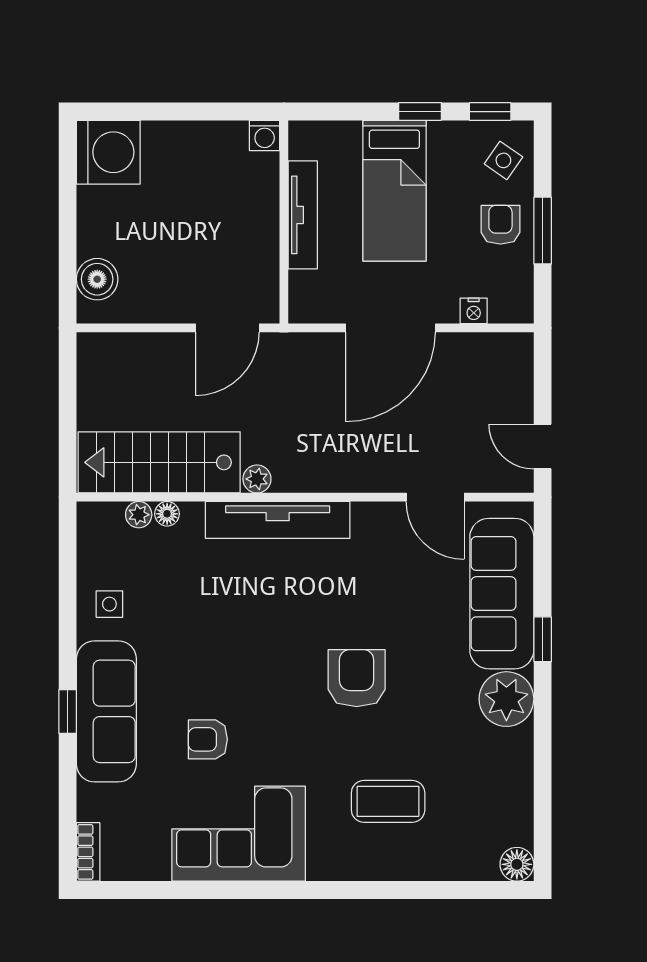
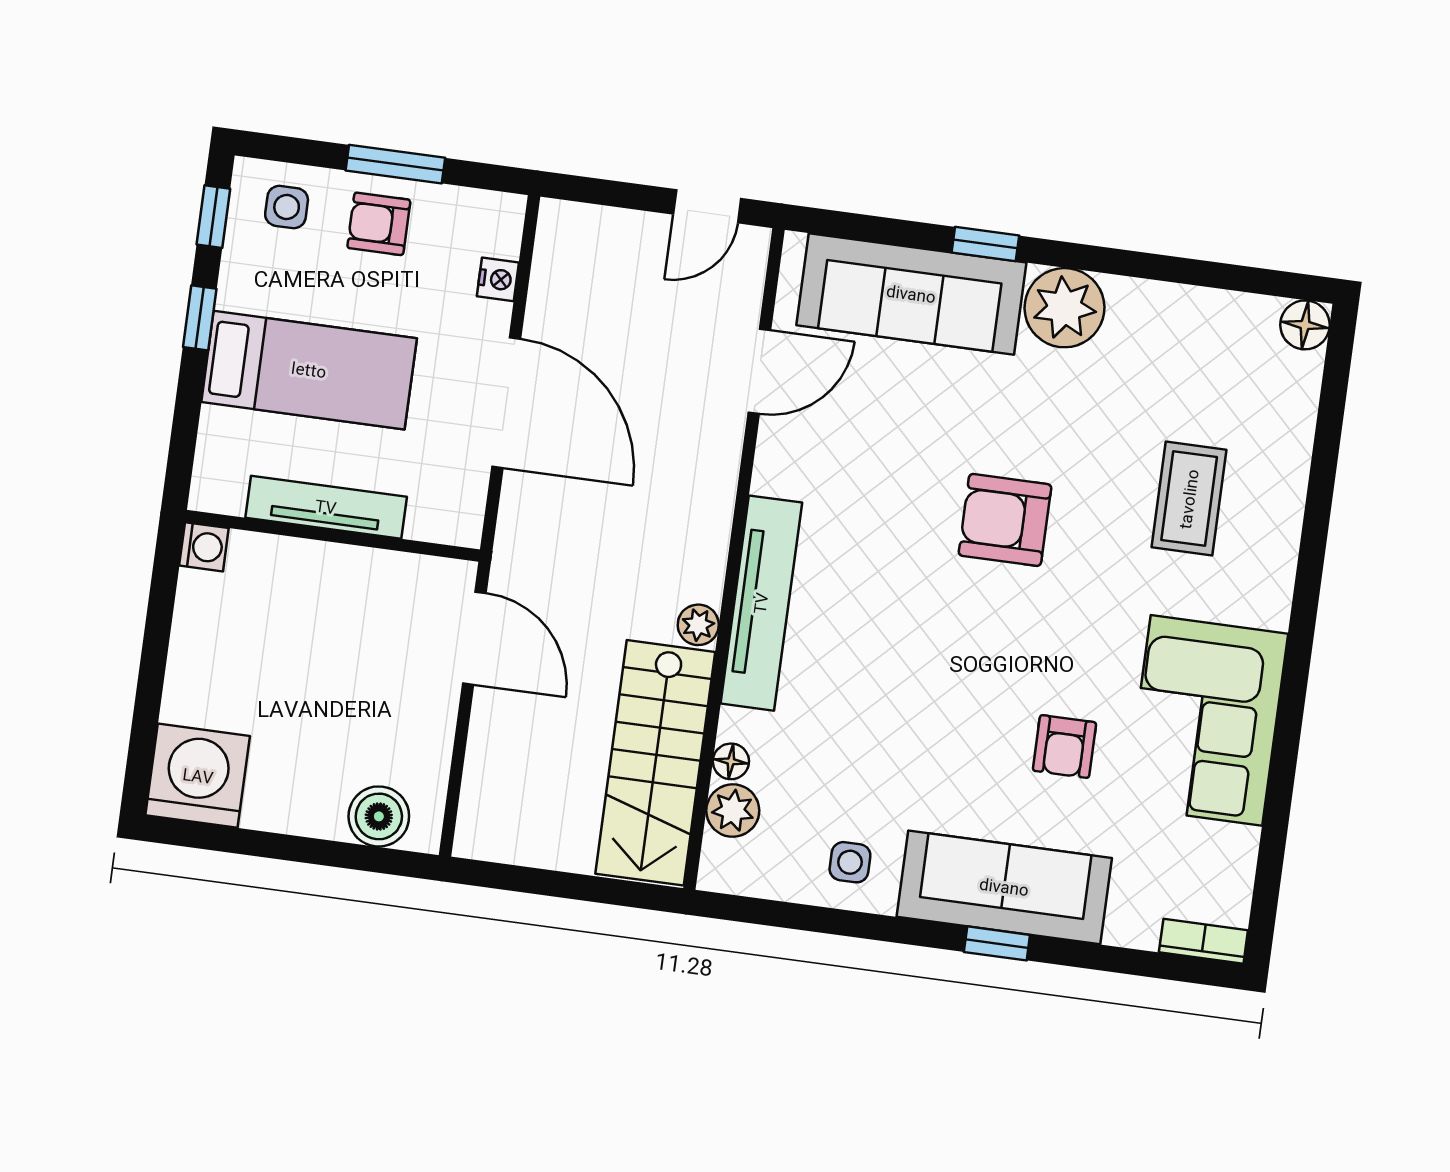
side table: (503, 160) -> (287, 207), turned -35
plant: (139, 515) -> (733, 811), width x1.38, depth x1.38

